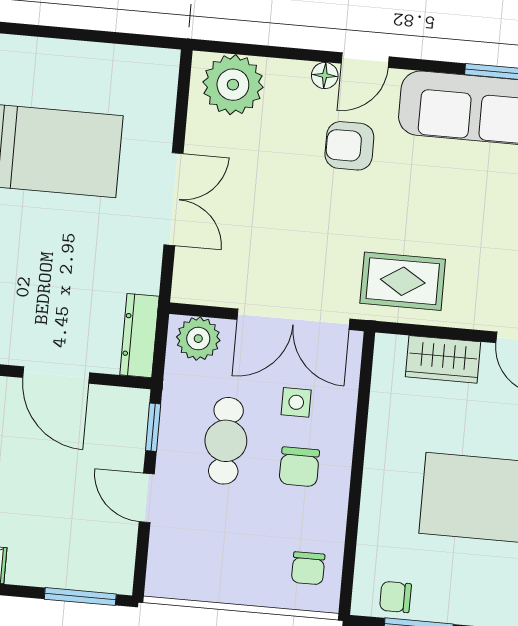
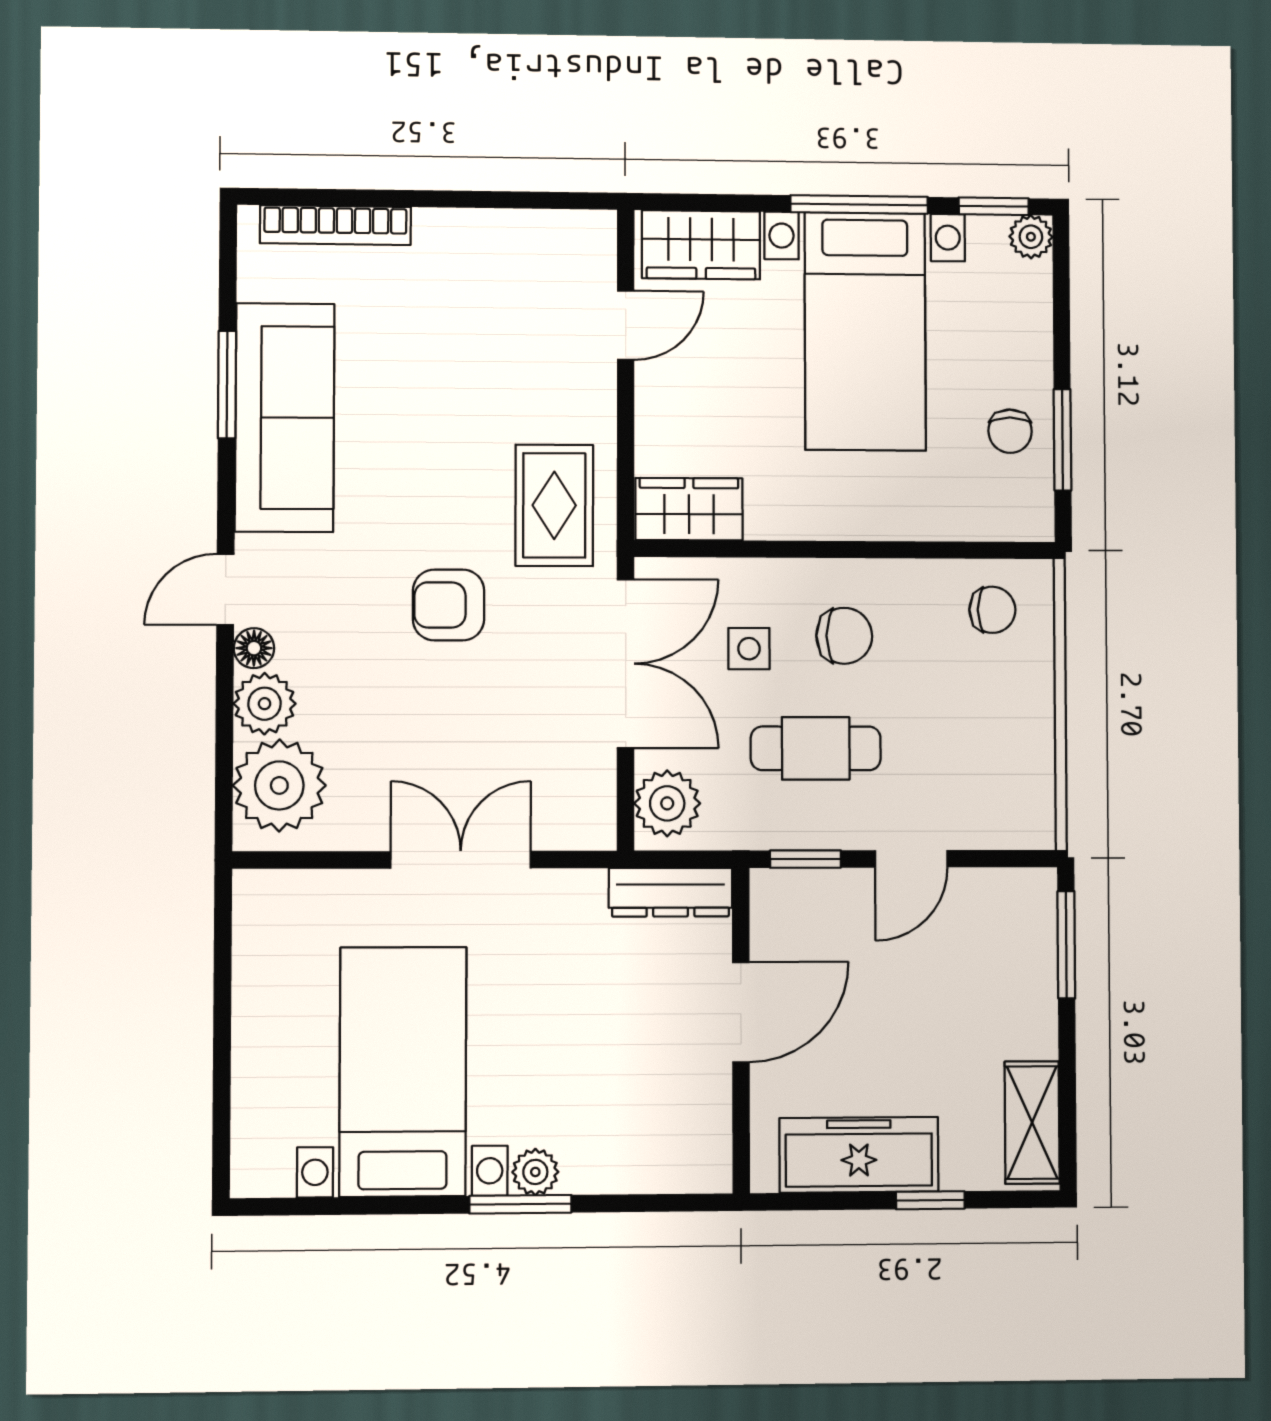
door: (365, 60) -> (225, 589), swing flipped
plant: (288, 79) -> (265, 704), added
armchair: (349, 146) -> (449, 605), moved, turned 90
wardrobe: (443, 359) -> (689, 509), moved, turned -90
chair: (395, 597) -> (1010, 431), moved

